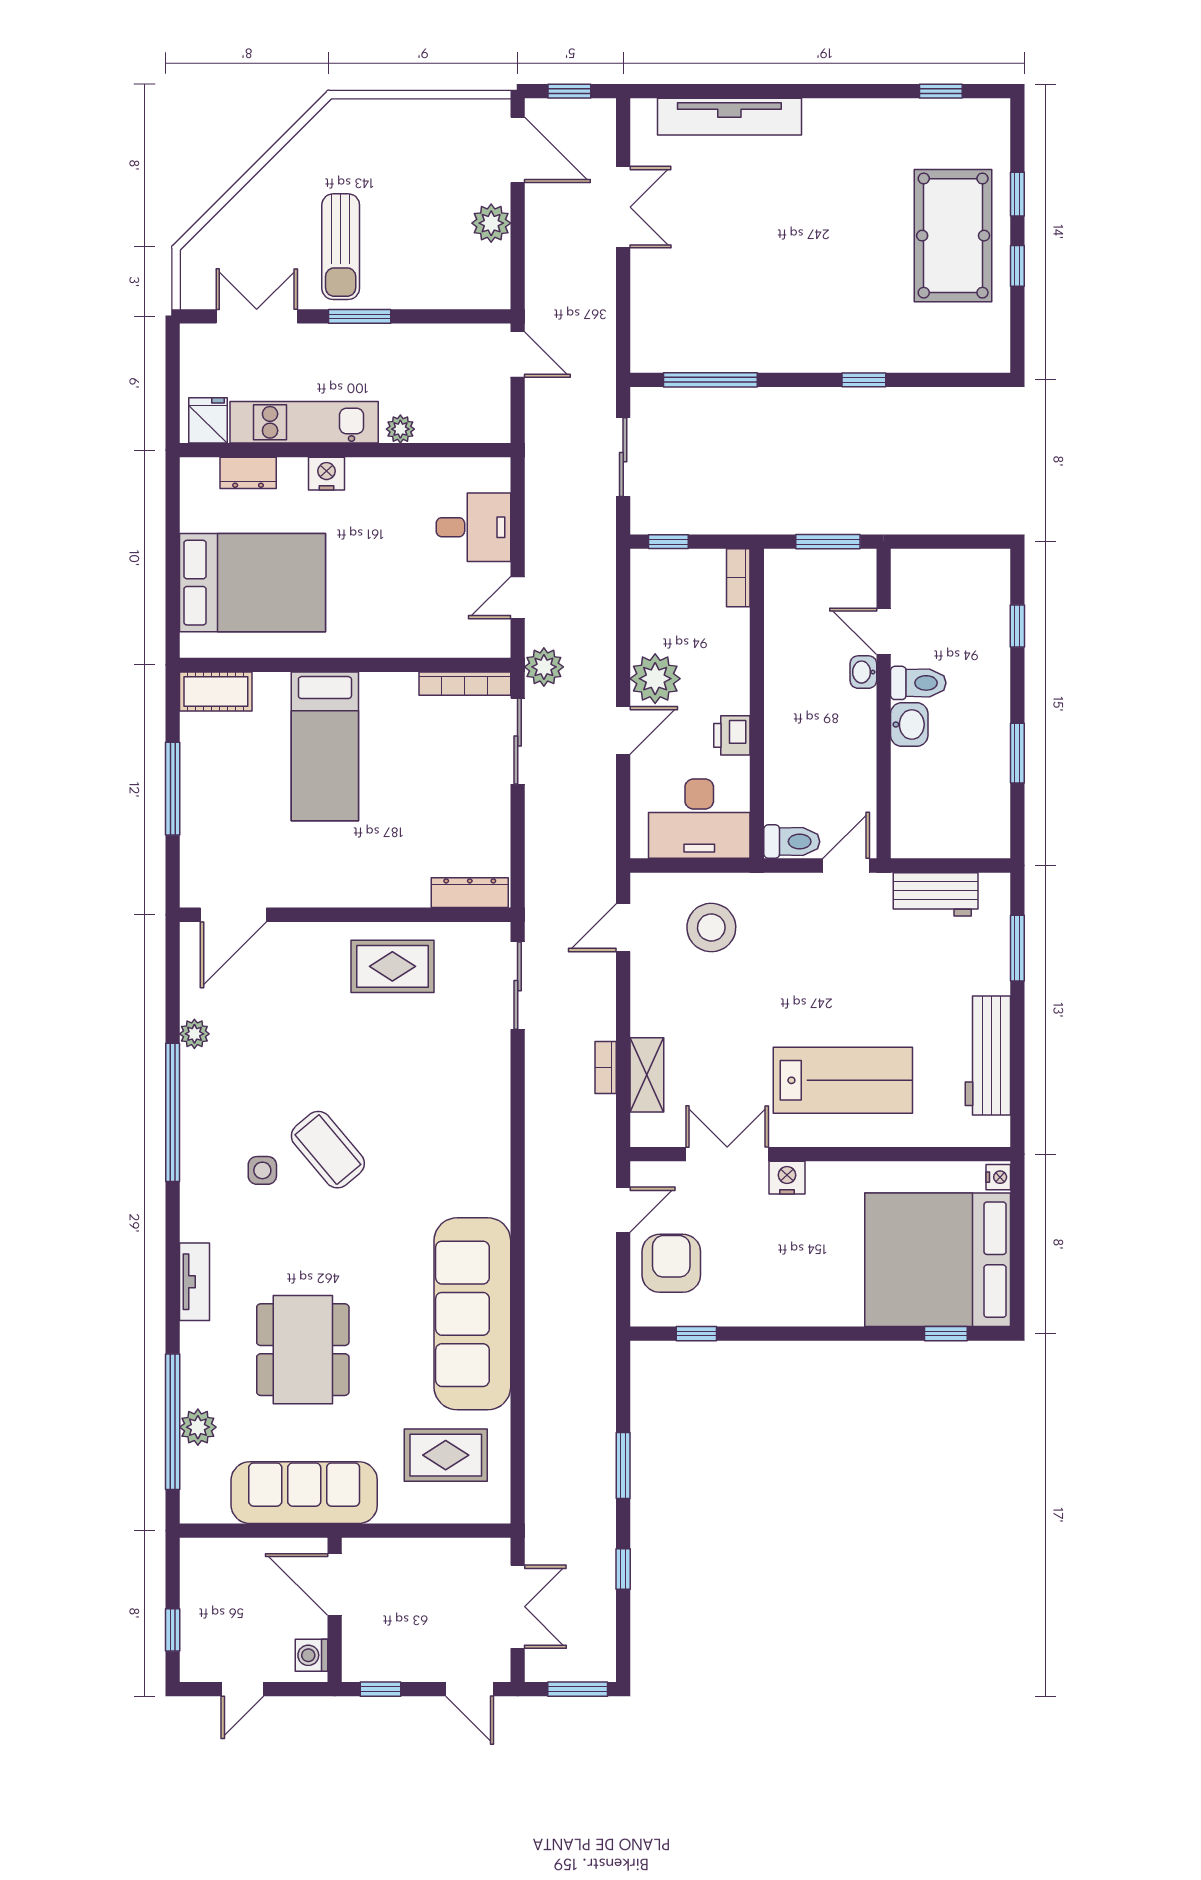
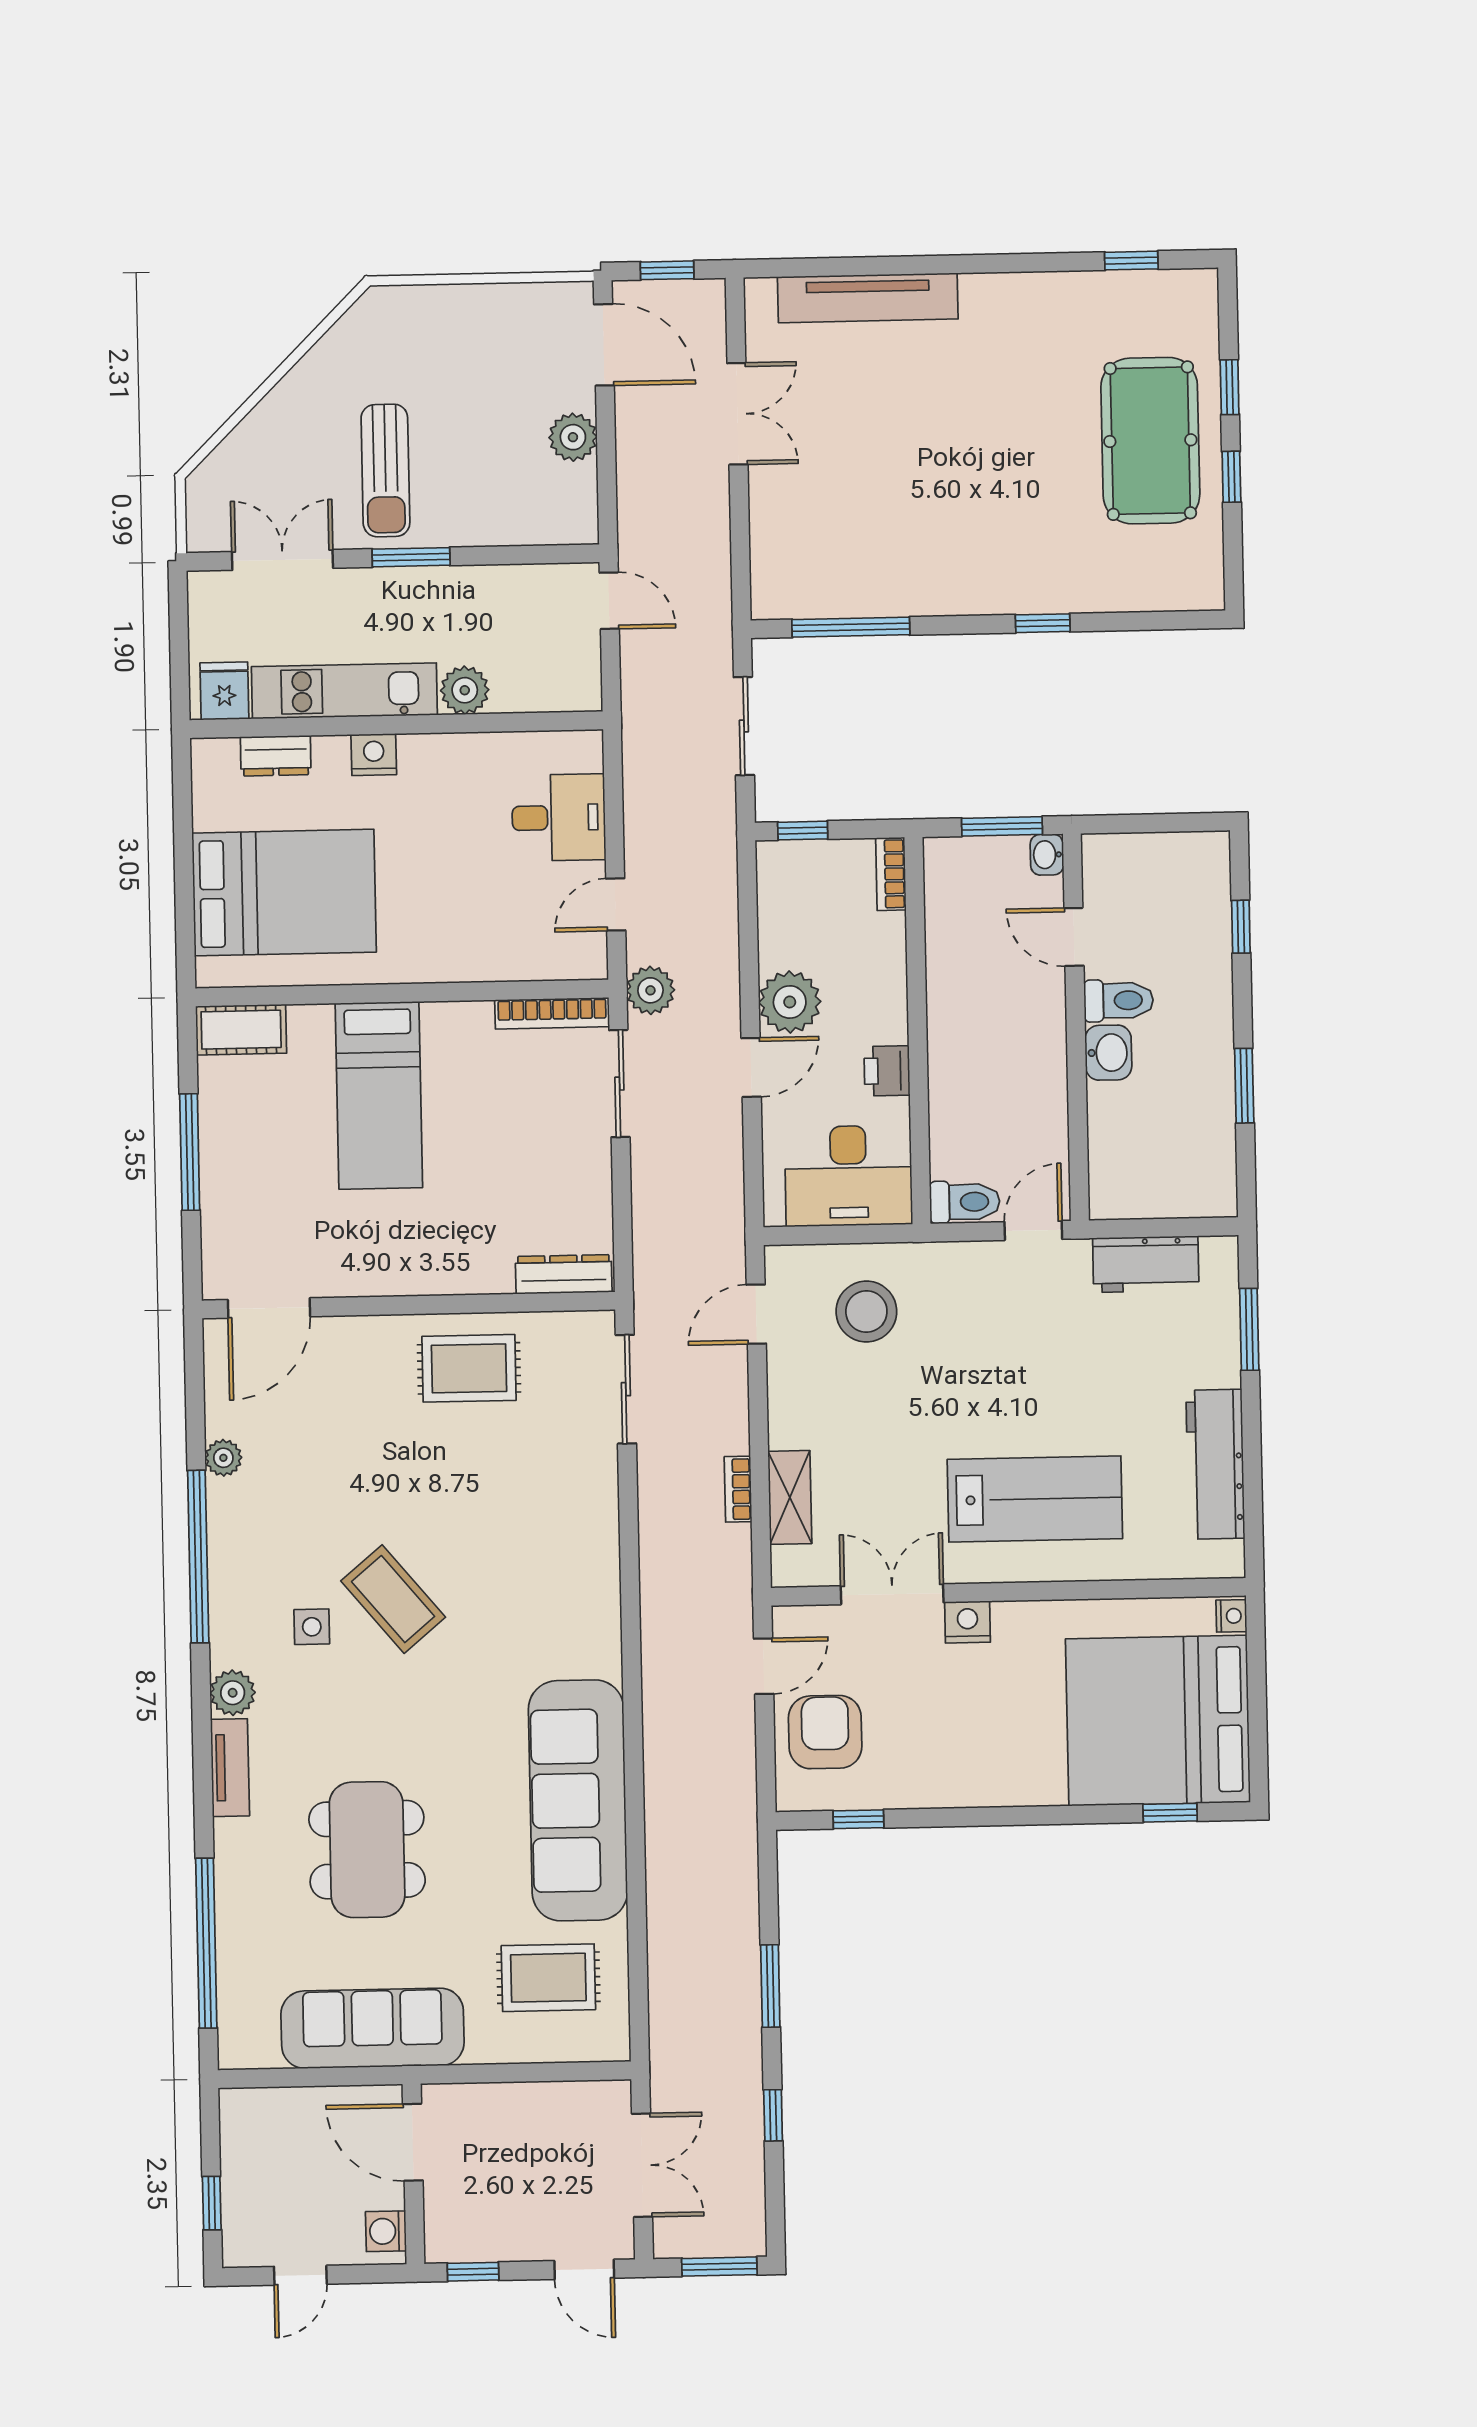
plant: (400, 429) -> (465, 690), width x1.38, depth x1.38
washbasin: (863, 672) -> (1047, 855), moved
plant: (198, 1427) -> (233, 1693), moved

